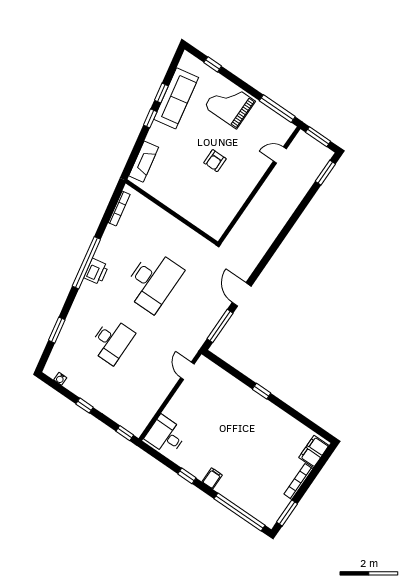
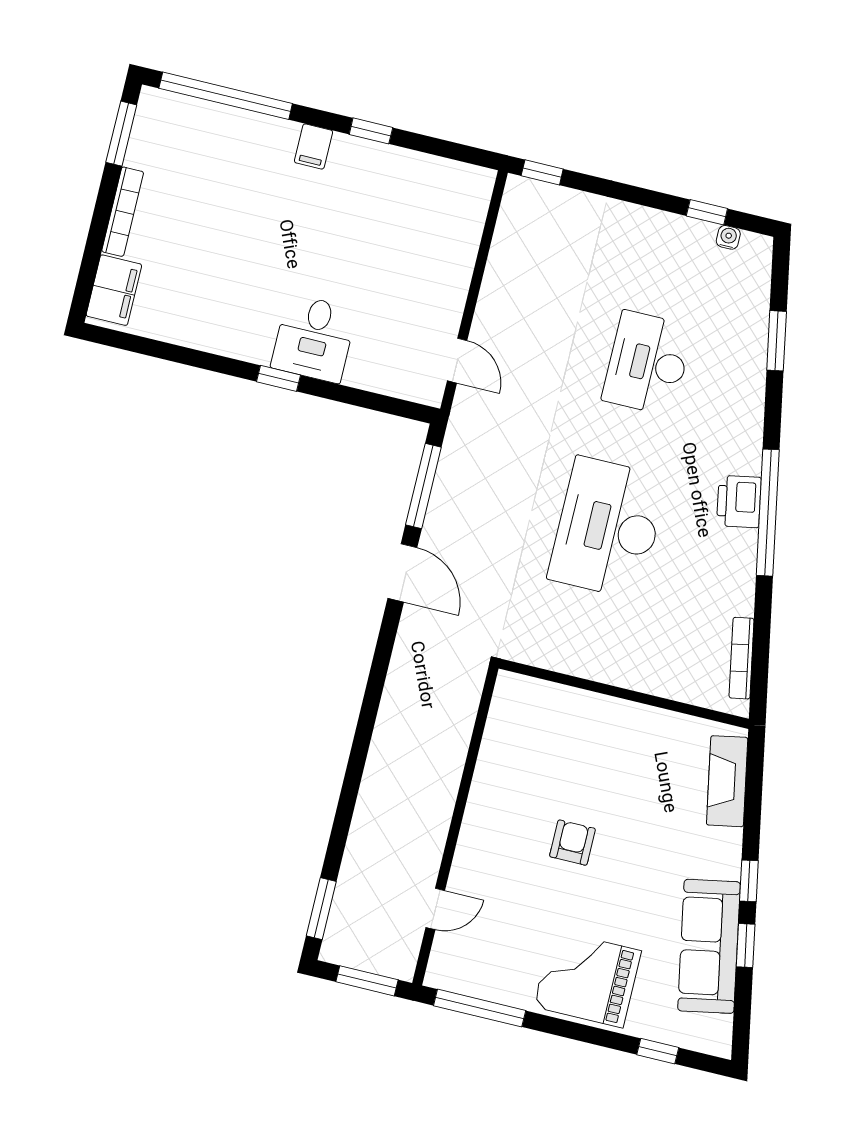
grand piano: (230, 104) -> (587, 979), turned 180
window: (85, 406) -> (707, 212), moved
desk: (166, 435) -> (314, 338), moved, turned 90

